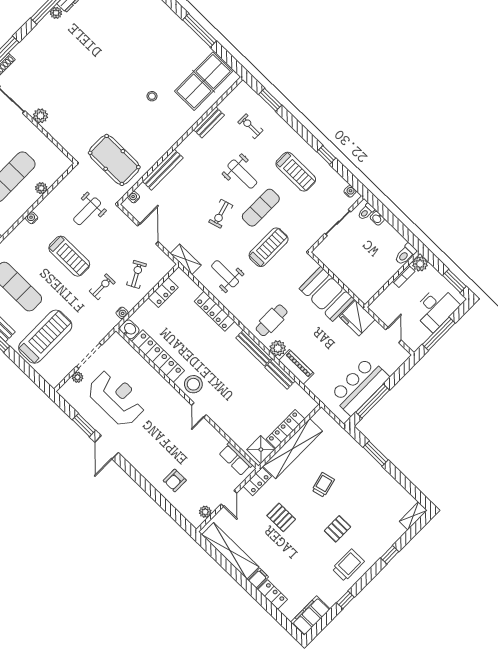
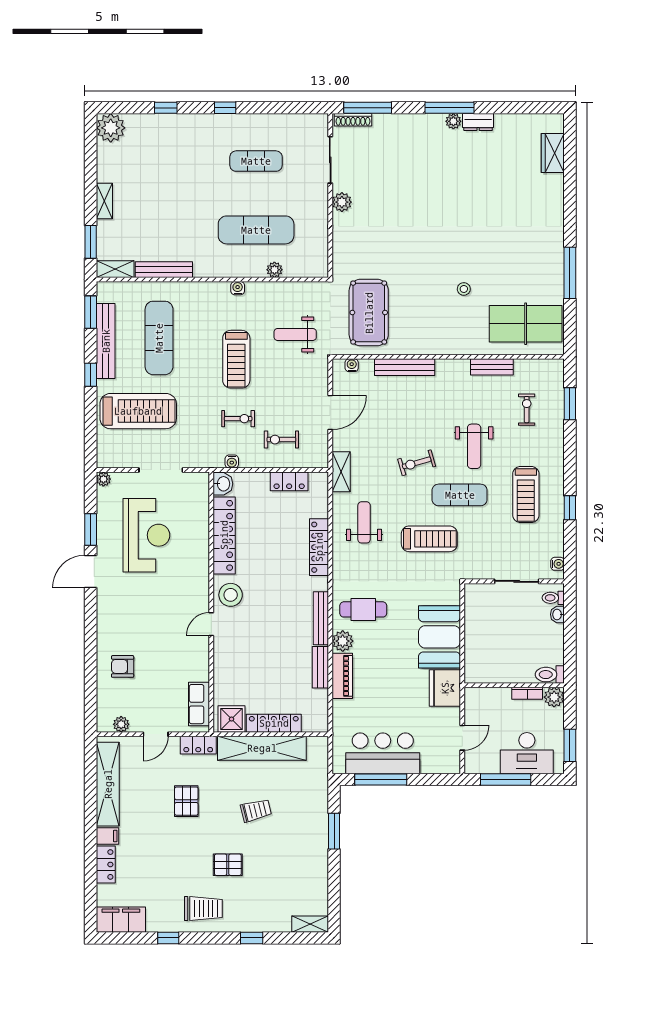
exercise bike: (137, 274) -> (281, 440), turned -152
plant: (77, 377) -> (103, 479), moved

